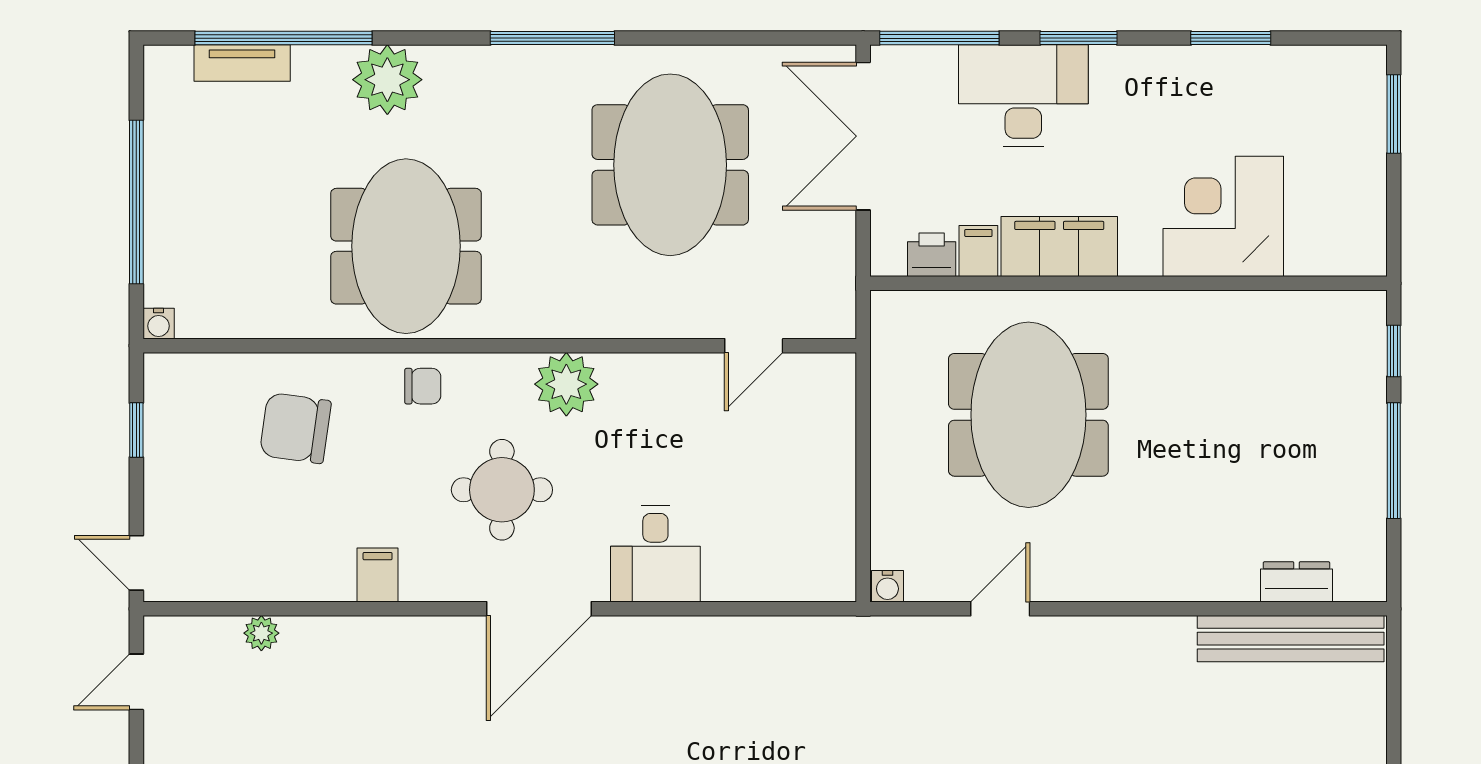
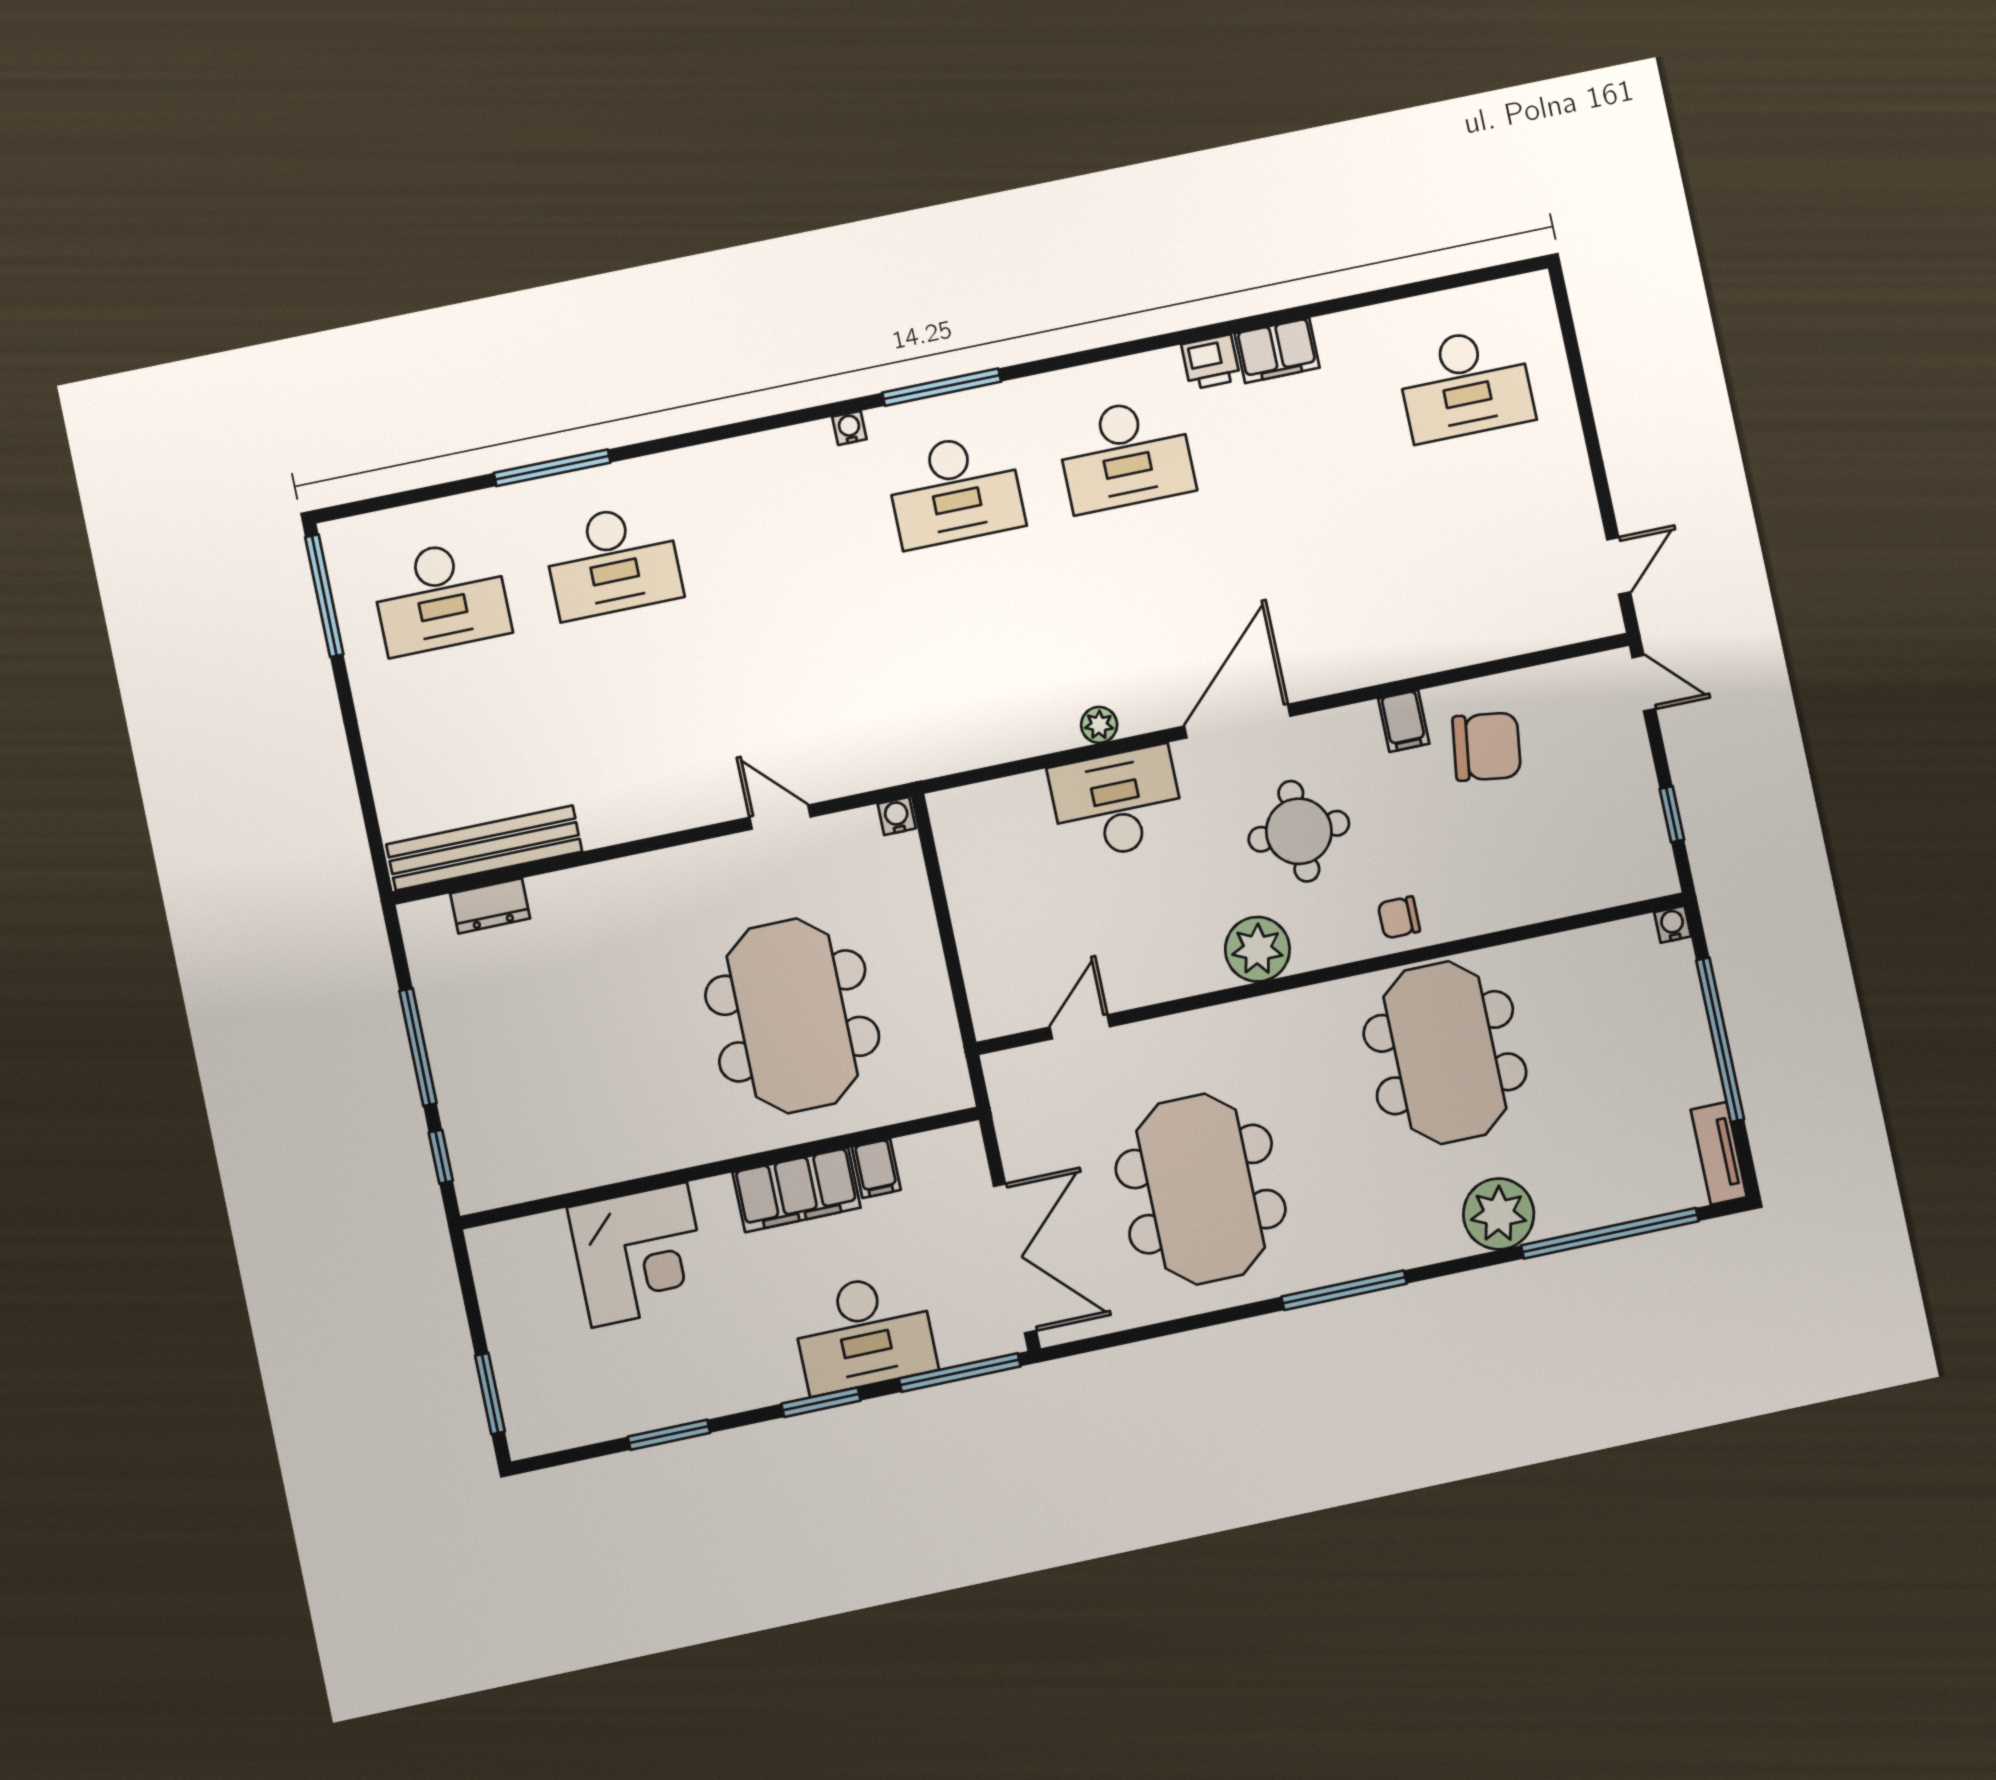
tv unit: (242, 63) -> (1719, 1153), moved, turned -90
printer: (932, 255) -> (922, 1155), removed
chair: (295, 428) -> (1487, 747), moved
desk: (655, 554) -> (1117, 803), width x1.37
door: (1000, 609) -> (780, 817), swing flipped
plant: (261, 633) -> (1099, 725), moved

